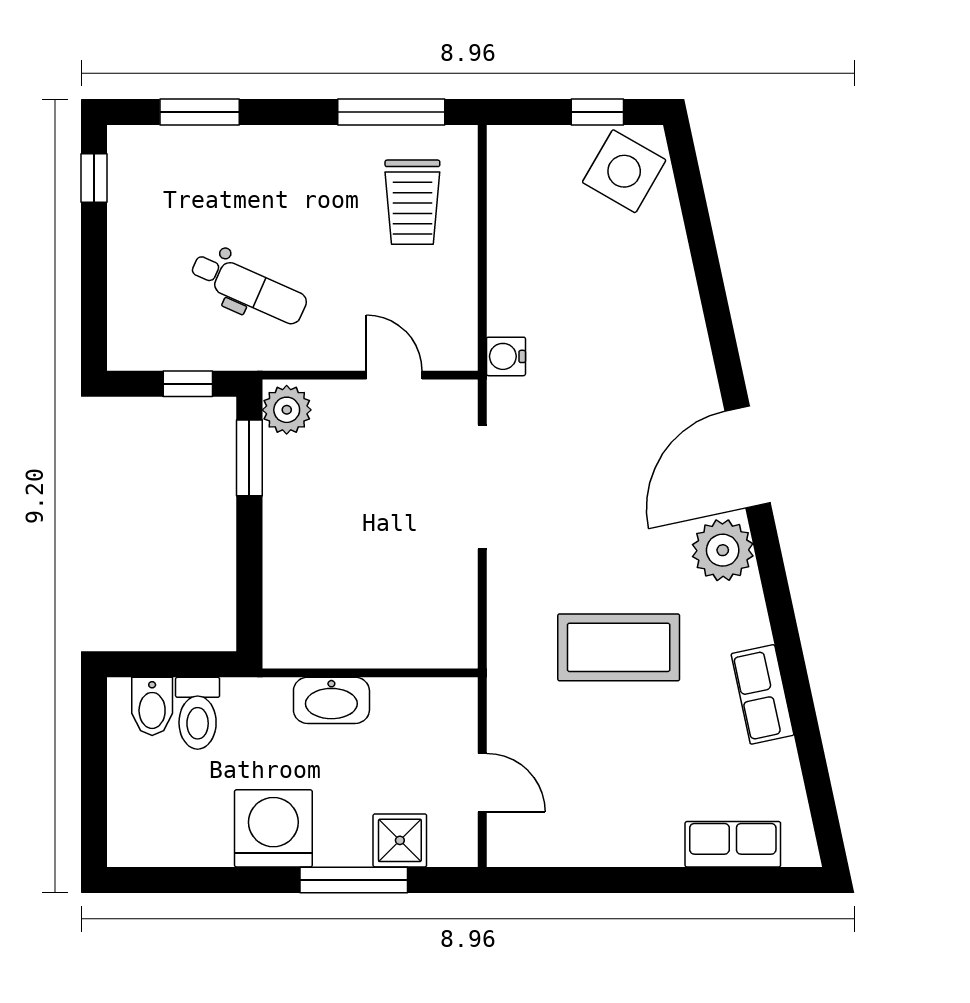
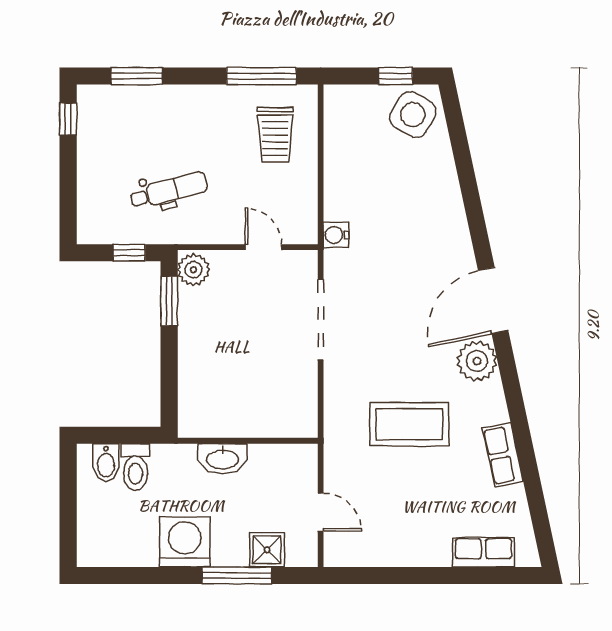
dental chair: (249, 288) -> (169, 190), turned -39

